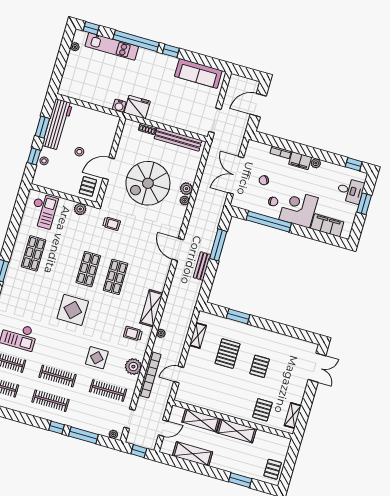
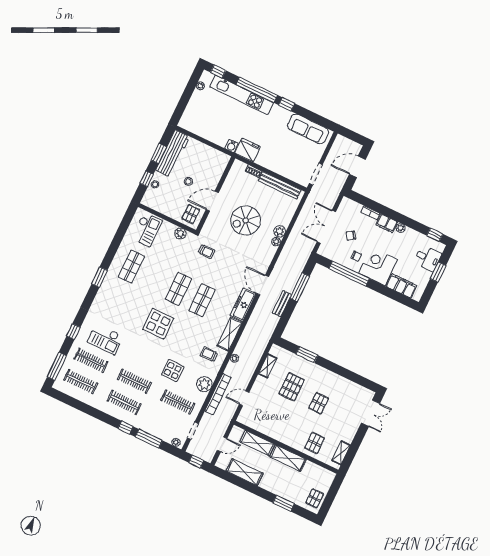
kitchen unit: (112, 46) -> (242, 95), width x1.36
spiral stairs: (148, 183) -> (246, 221), width x0.73, depth x0.73
freezer: (160, 274) -> (243, 305), added

